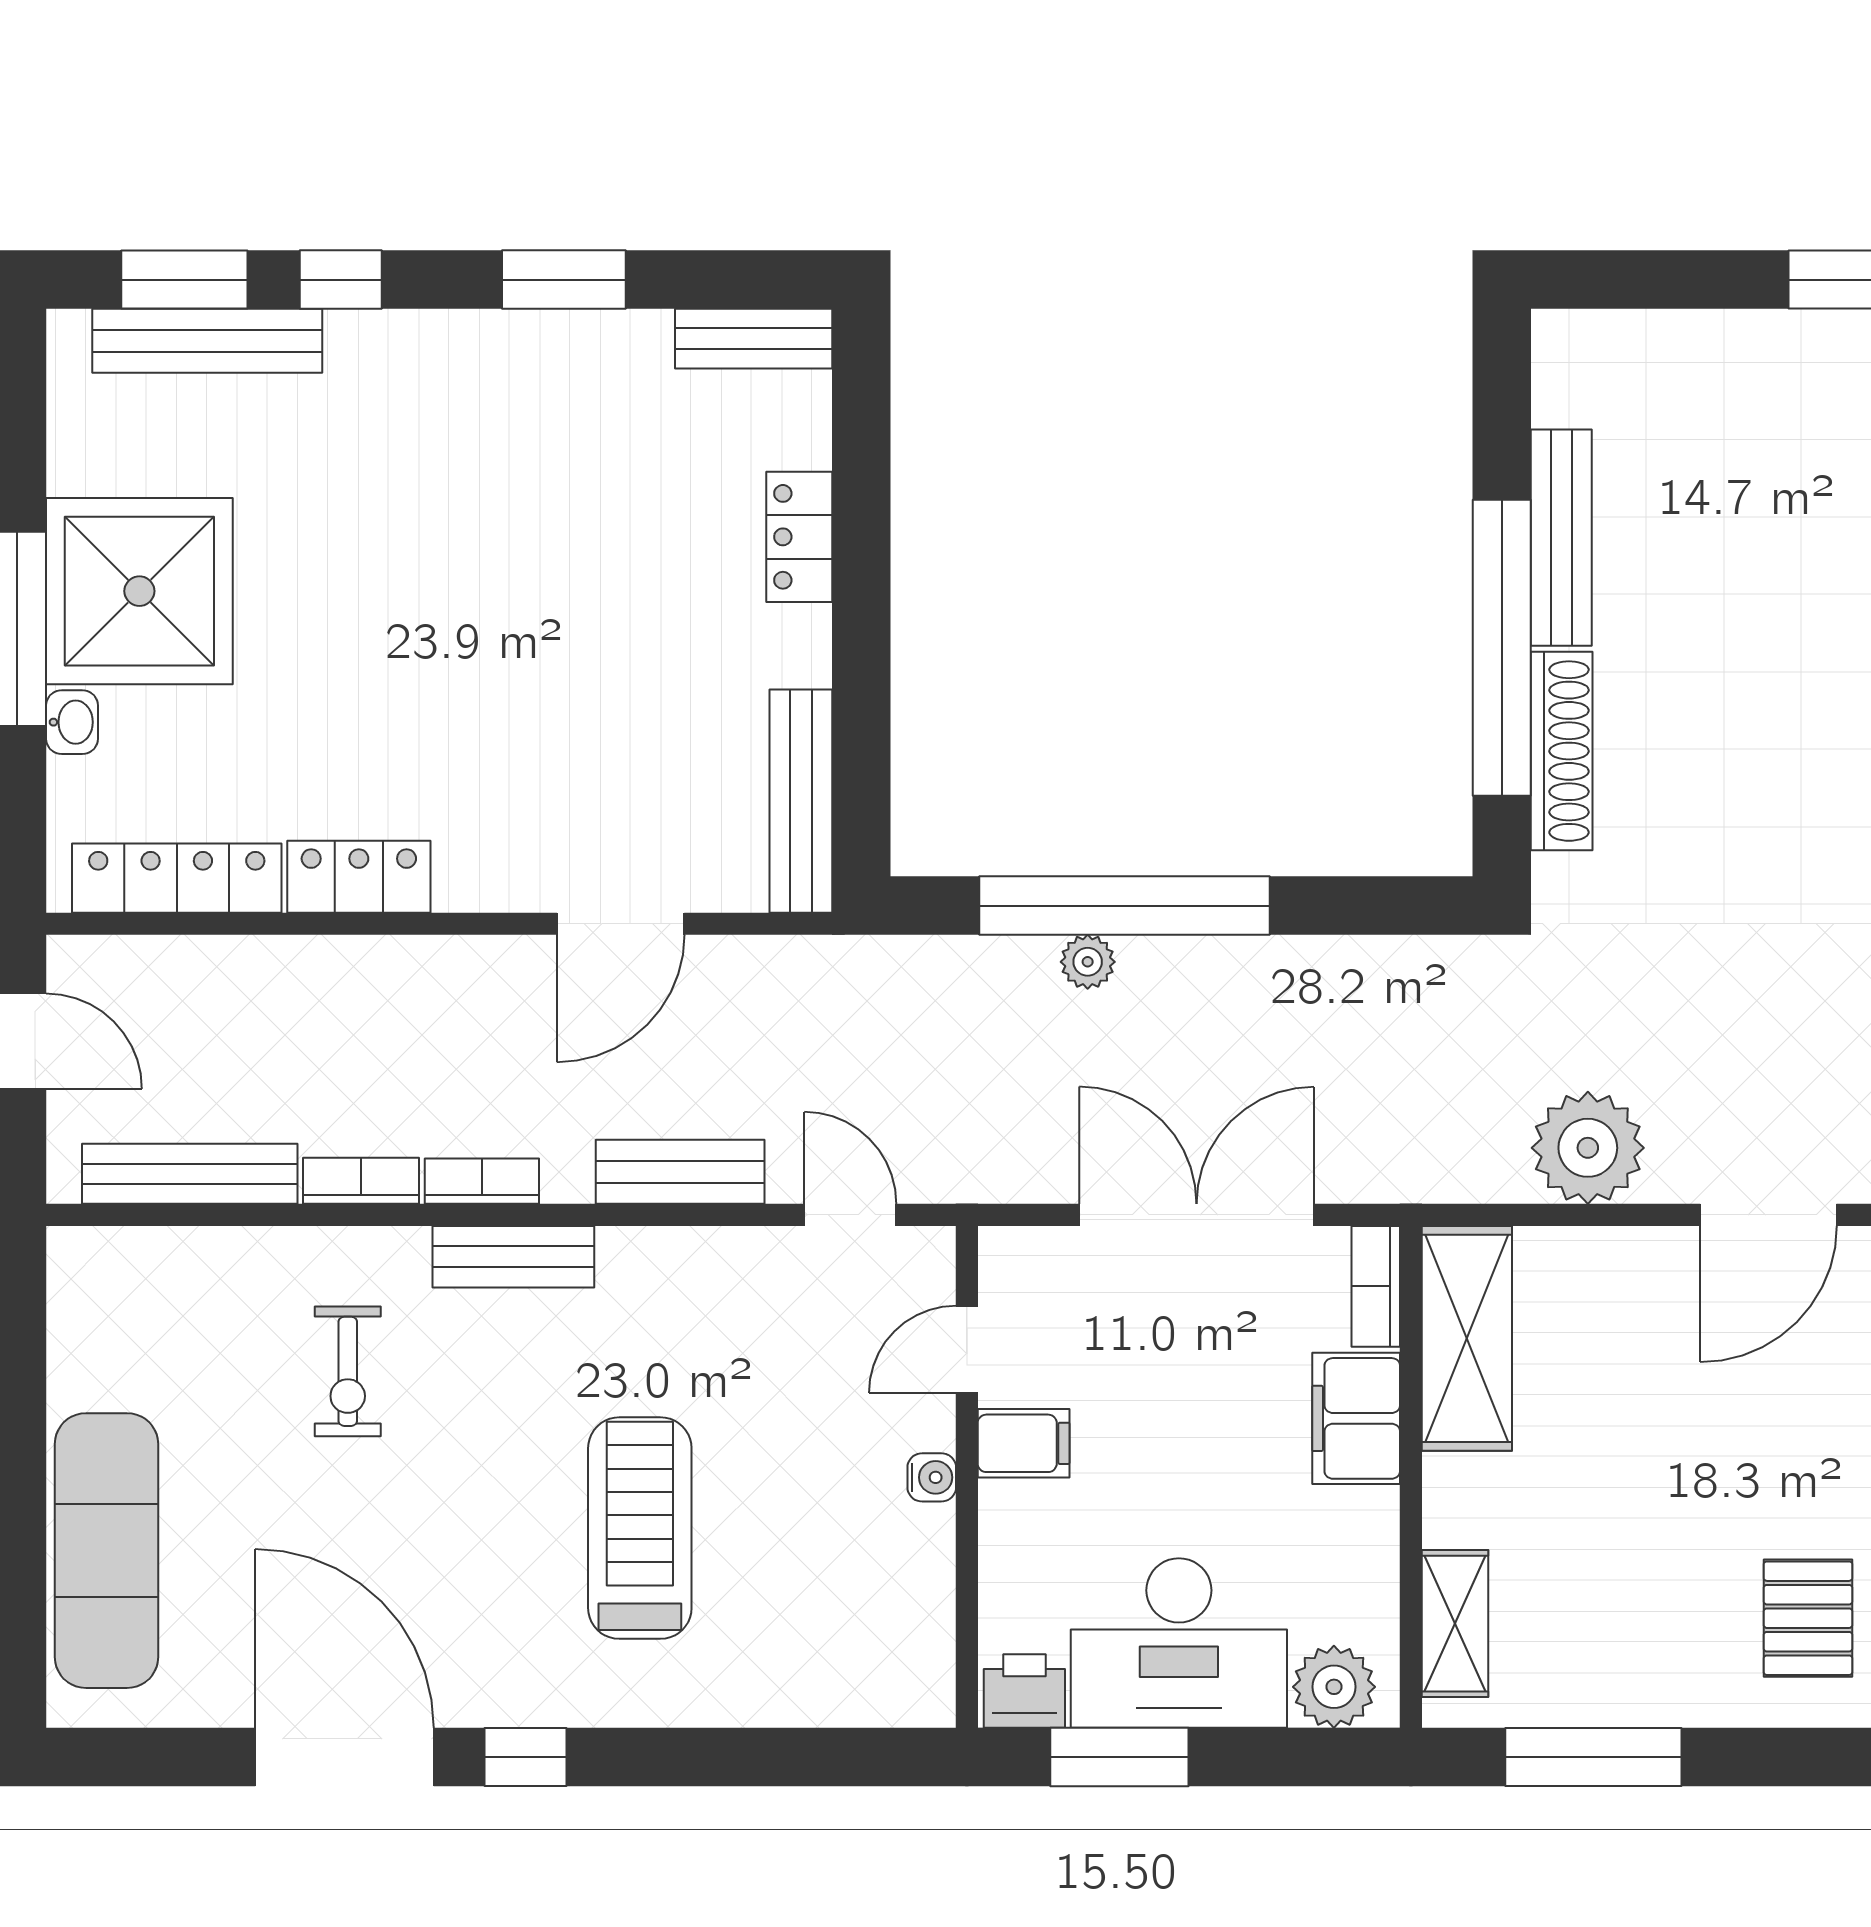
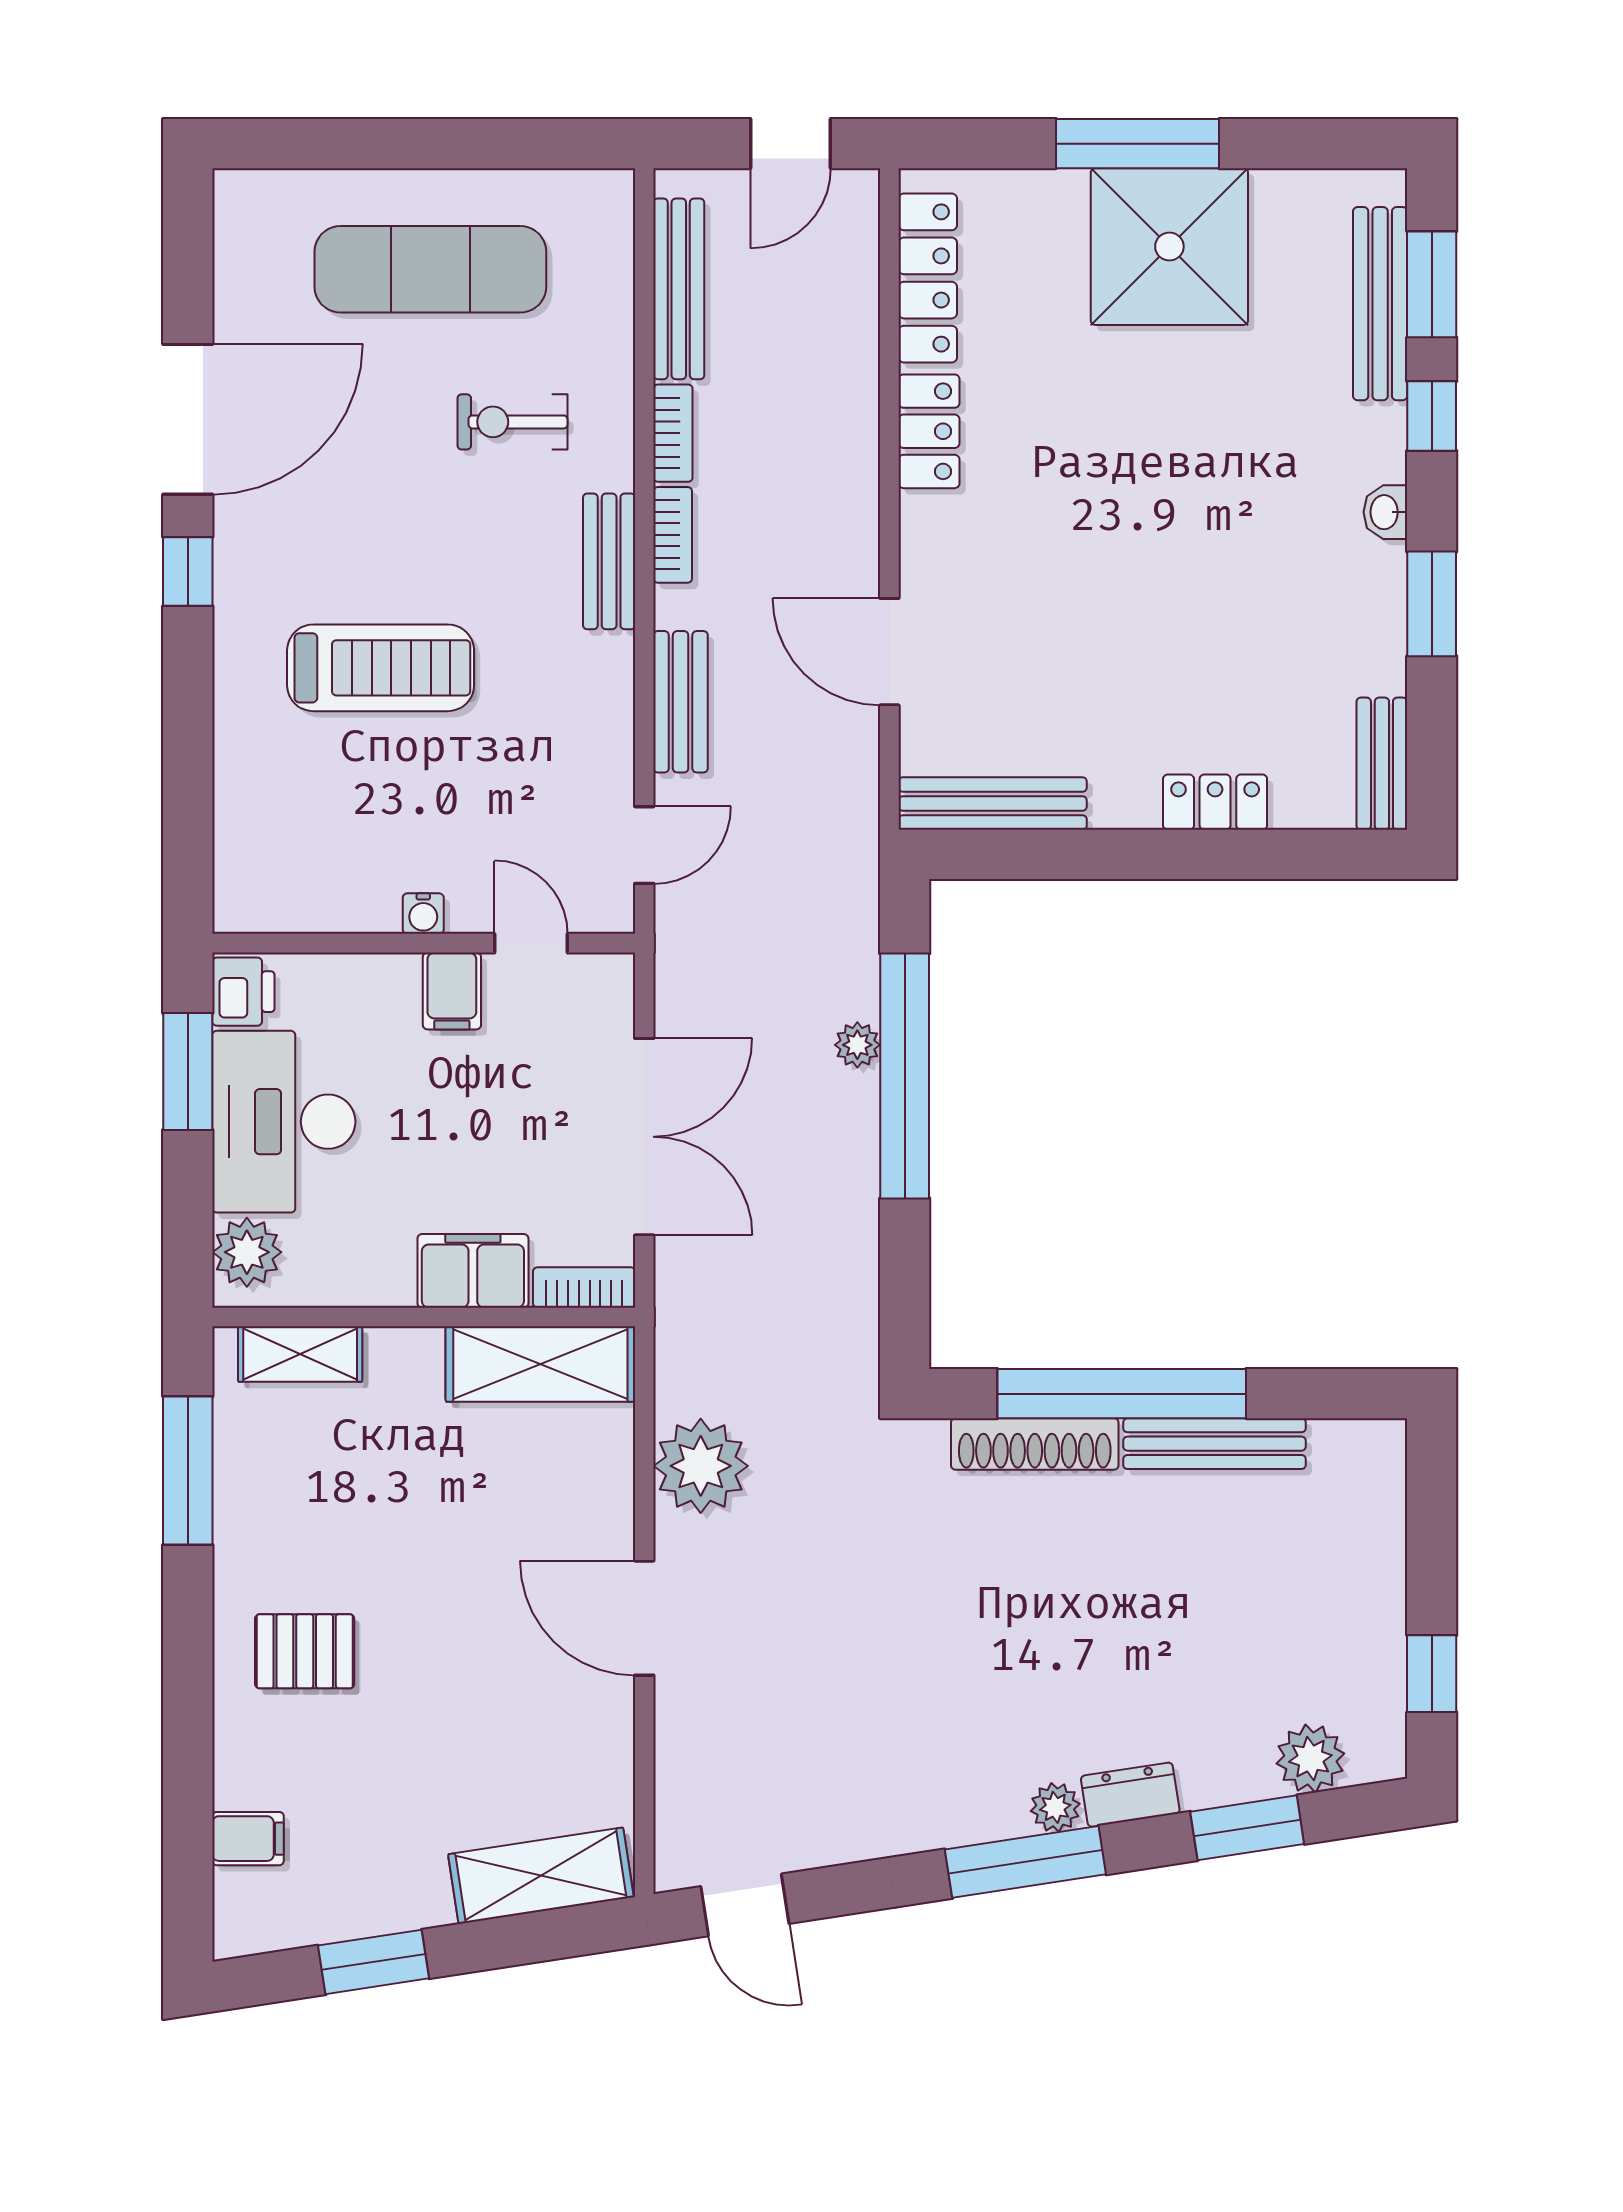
washbasin: (72, 722) -> (1385, 512), moved, turned 90
exercise mat: (107, 1551) -> (430, 269), moved

